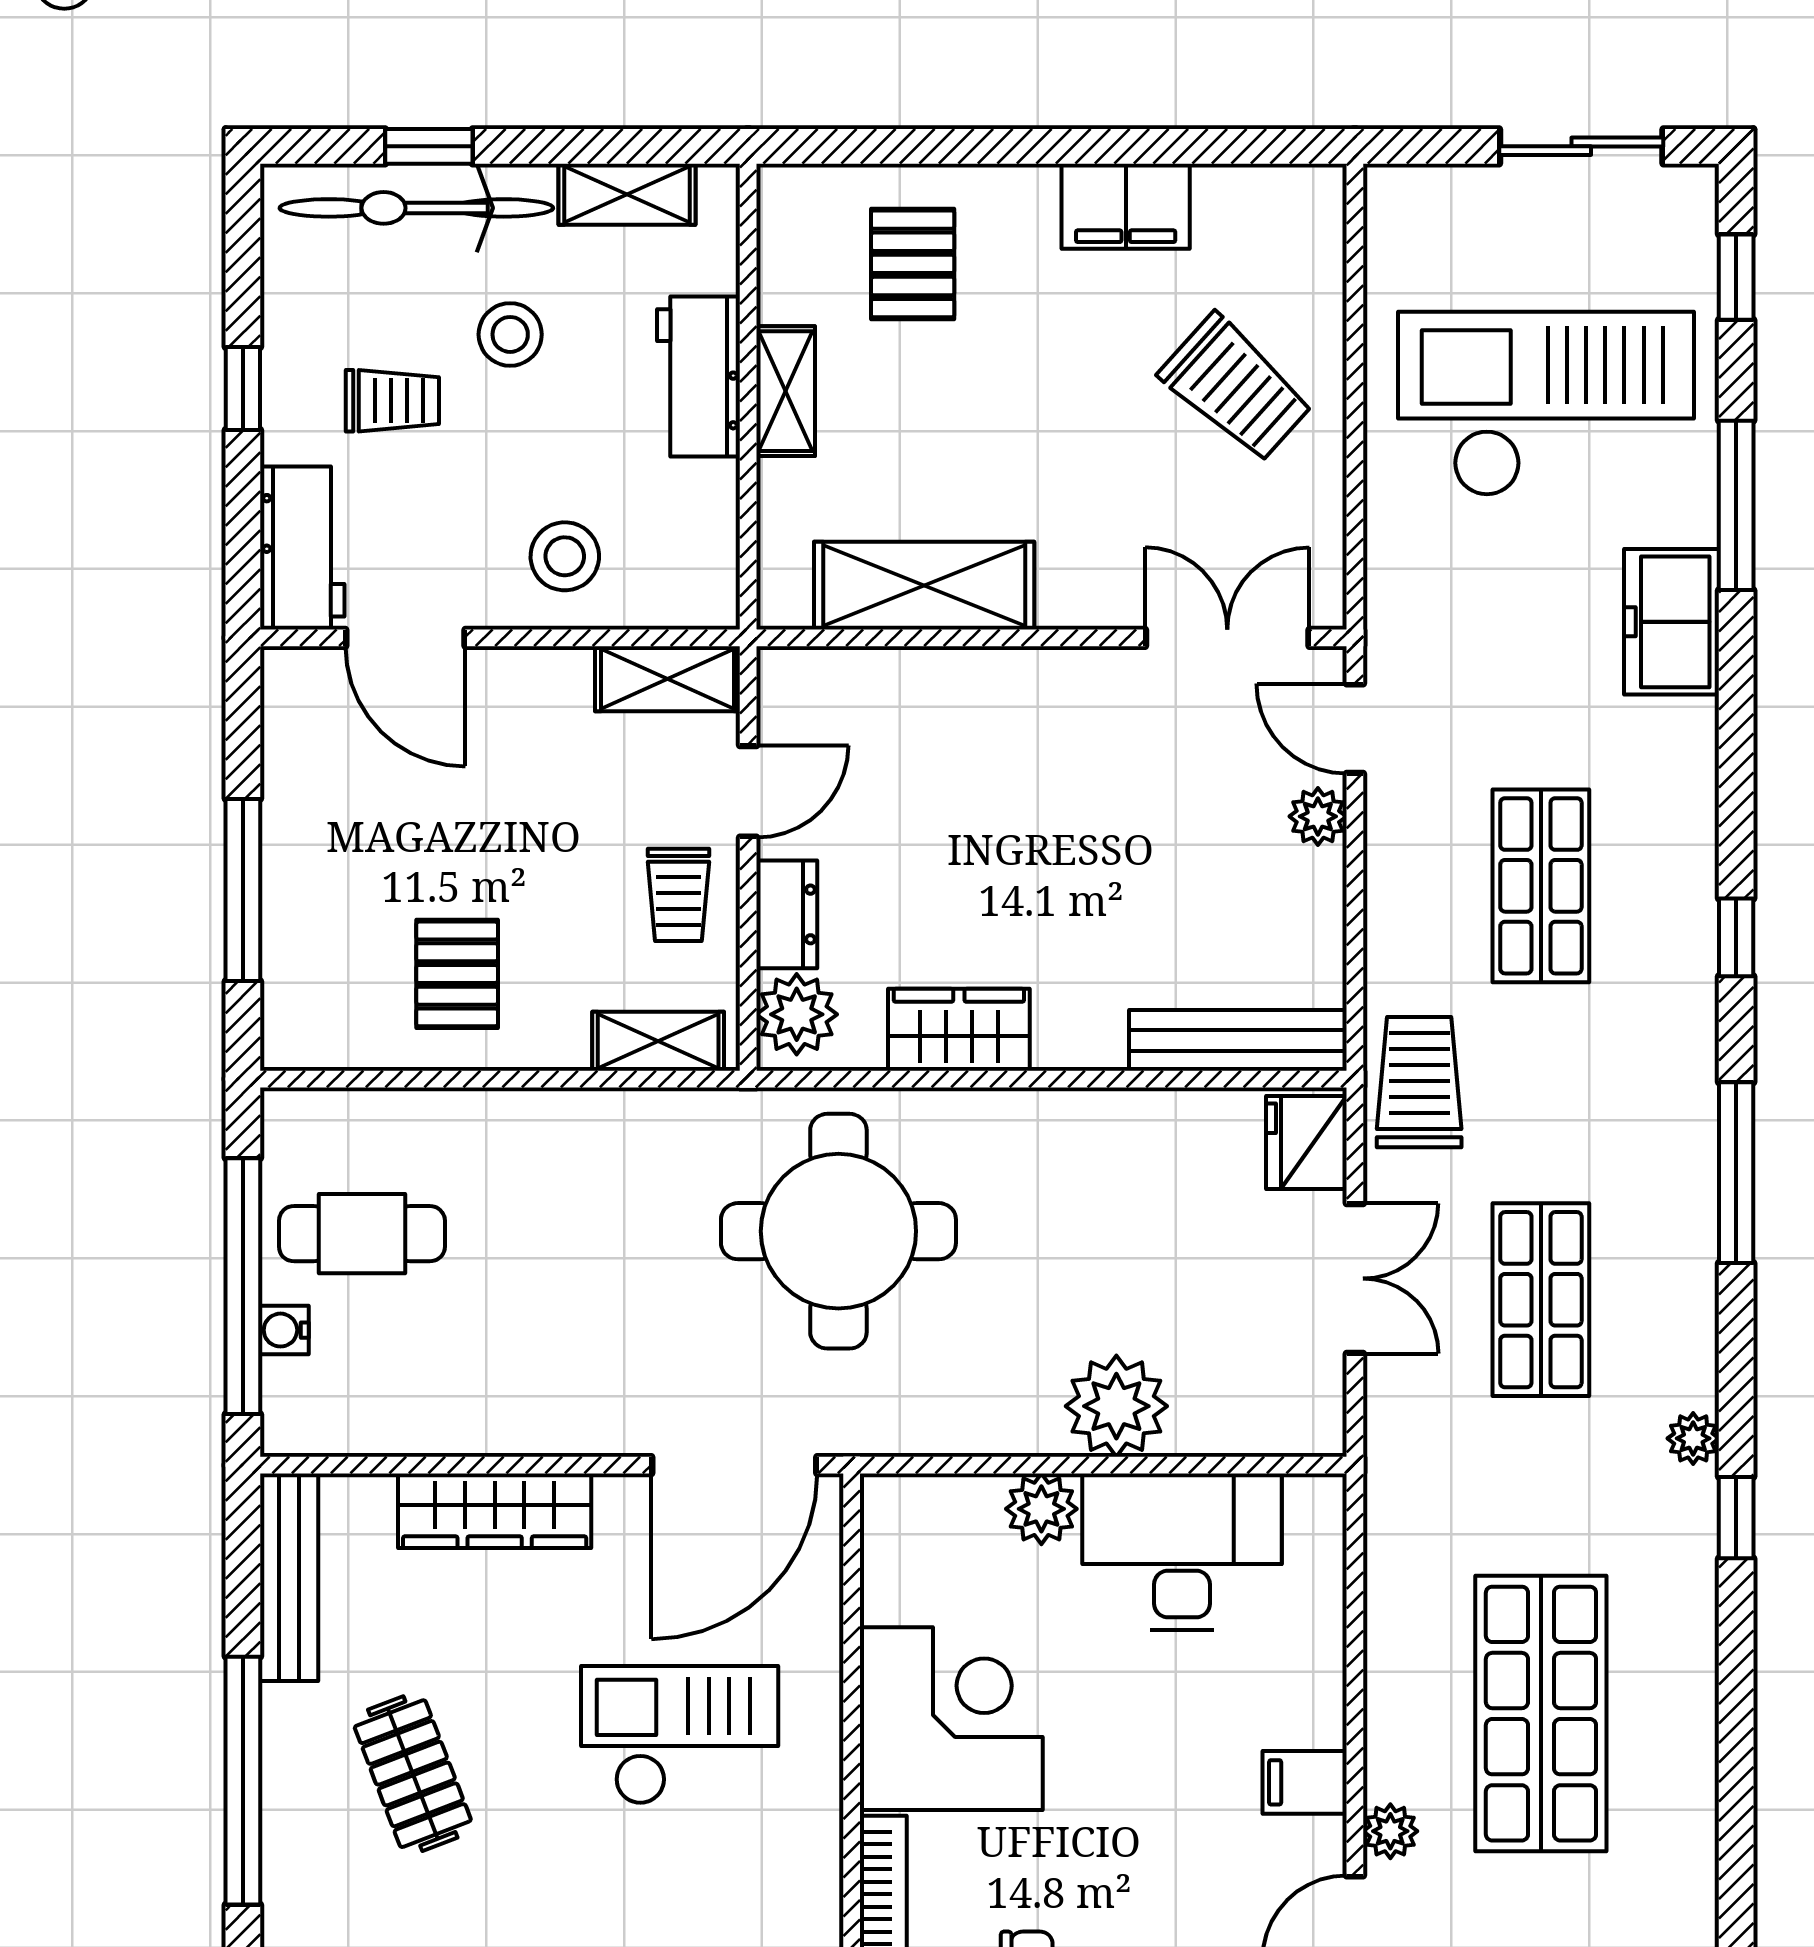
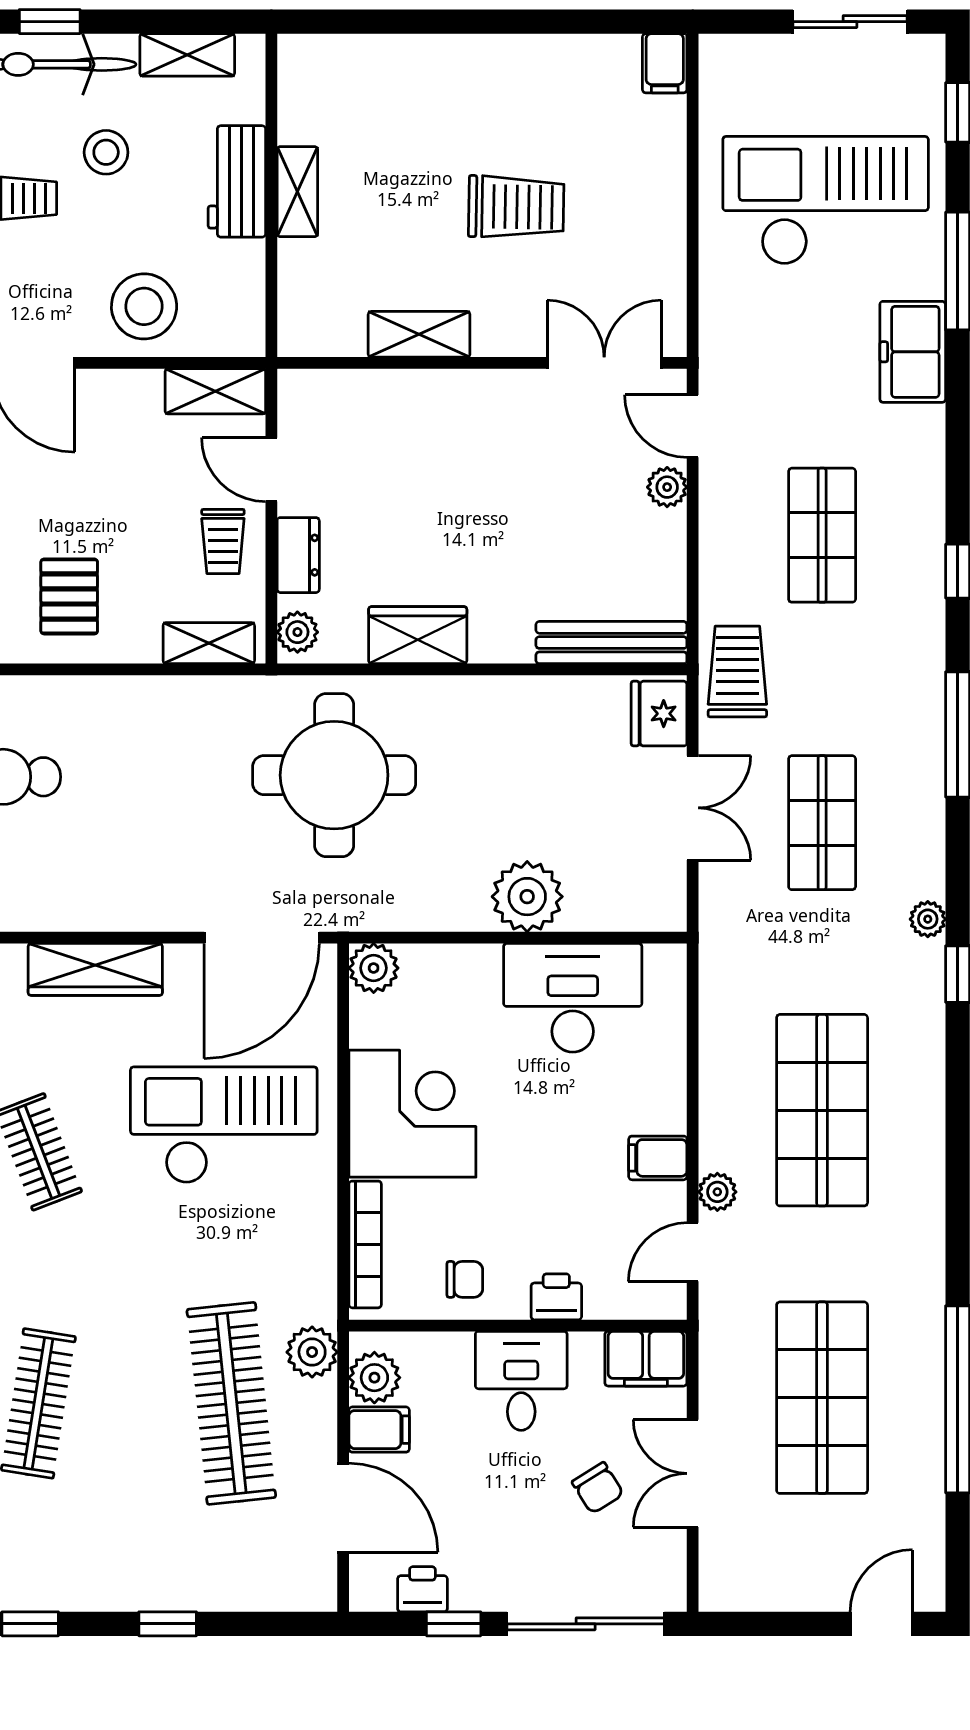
filing cabinet: (1126, 206) -> (665, 63), moved, width x0.50
pallet: (913, 264) -> (386, 103), removed
trolley: (1236, 388) -> (516, 207), moved, turned -41
stool: (565, 556) -> (144, 306), width x1.38, depth x1.38
shelving: (924, 586) -> (419, 334), width x0.67, depth x0.75
door: (748, 791) -> (271, 470), swing flipped
plant: (797, 1014) -> (297, 632), width x0.73, depth x0.73
plant: (1041, 1509) -> (374, 968), moved
checkout: (680, 1735) -> (224, 1125), width x1.36, depth x1.21

